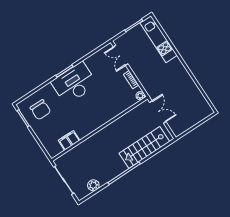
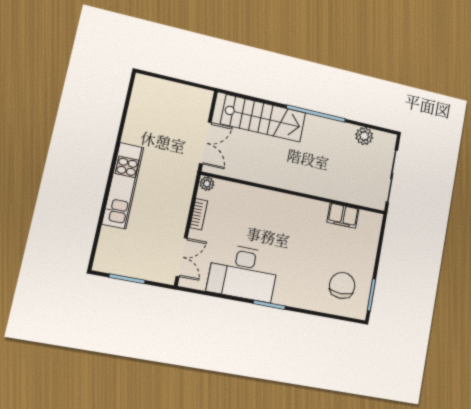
kitchen unit: (159, 39) -> (123, 186), moved
desk: (74, 83) -> (243, 273), moved
double door: (158, 112) -> (205, 143), swing flipped

